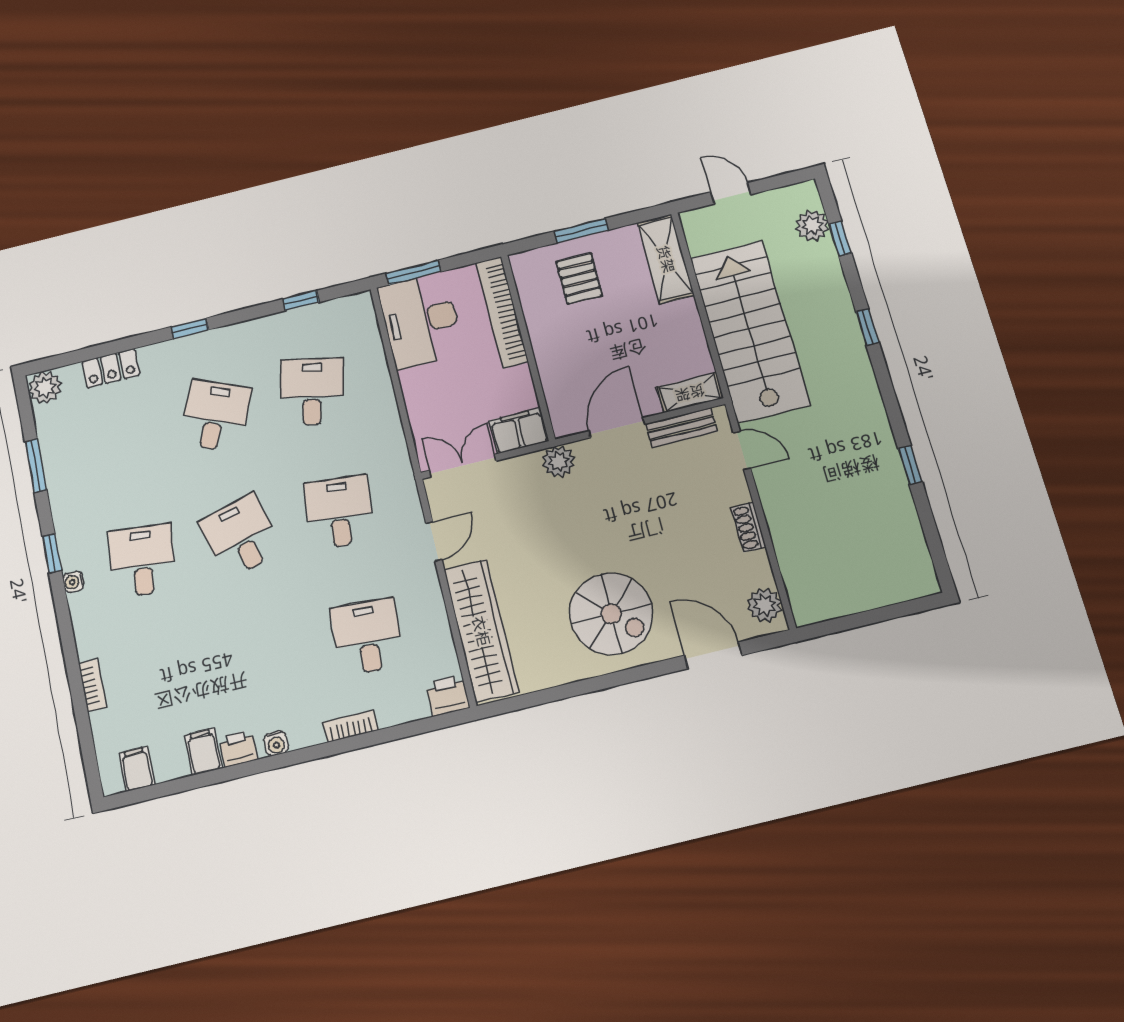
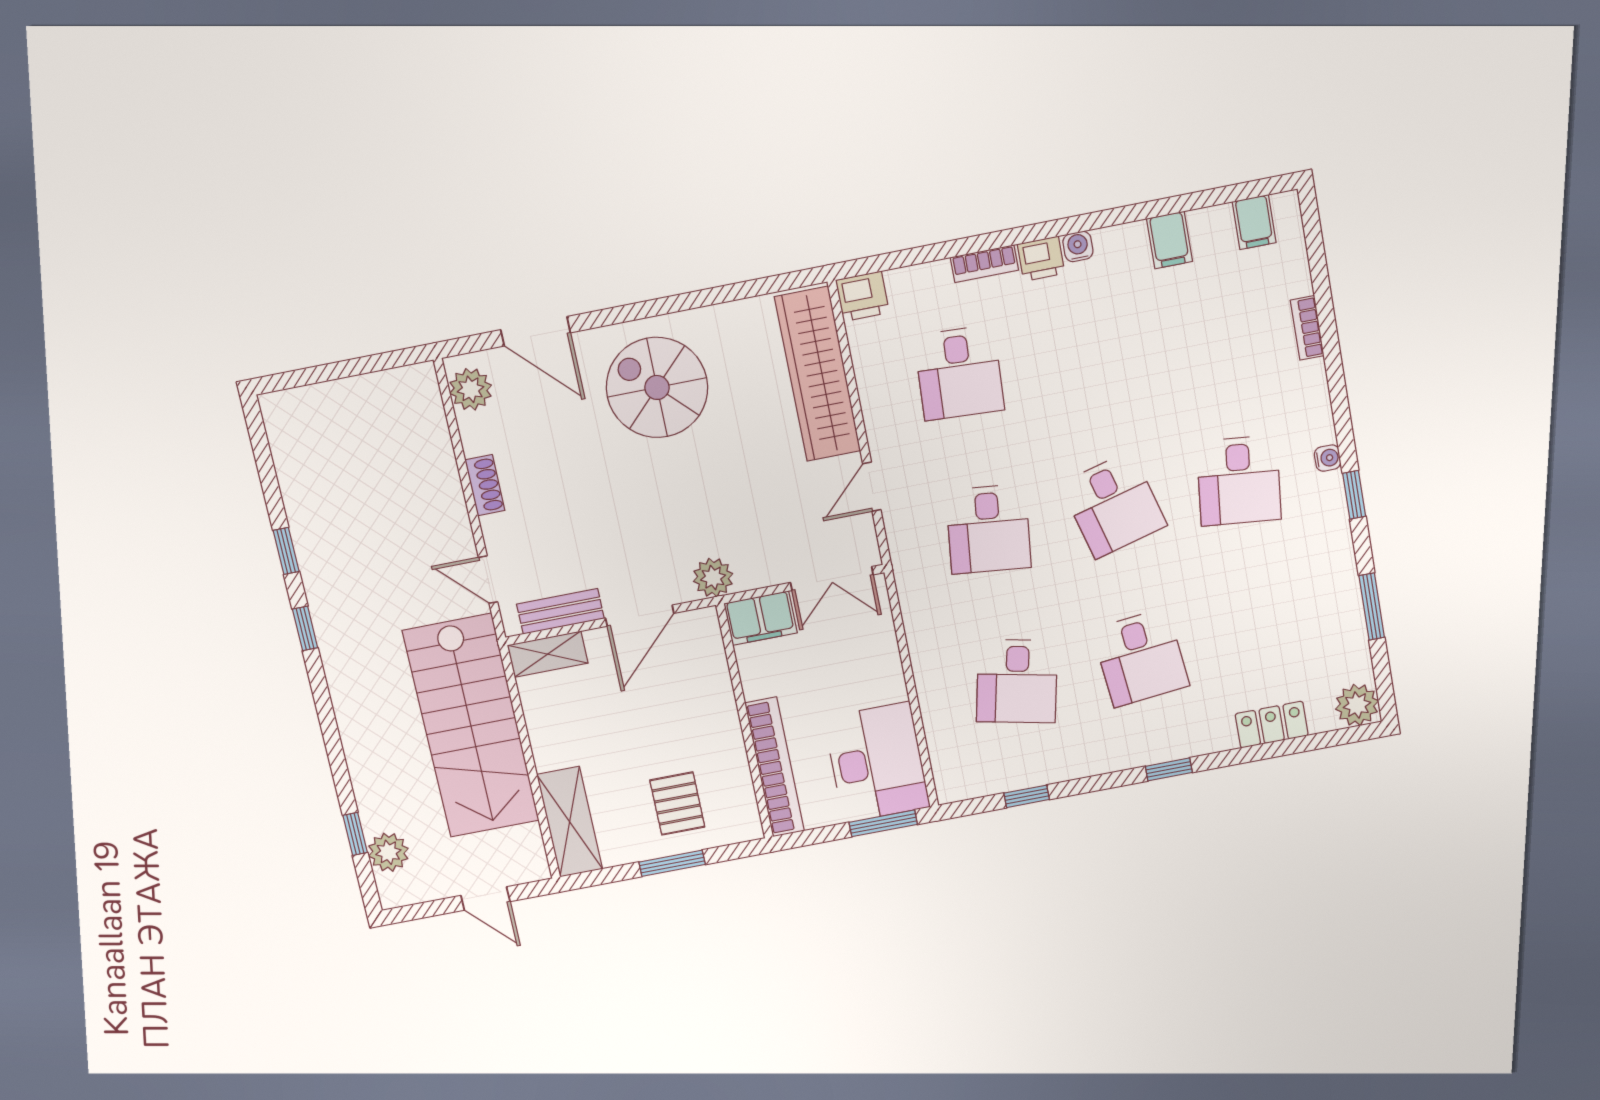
window: (867, 327) -> (305, 628), moved
desk: (215, 416) -> (1140, 658), turned -30
printer: (238, 748) -> (1041, 259), moved

